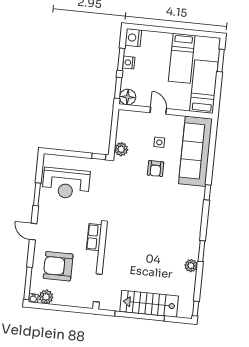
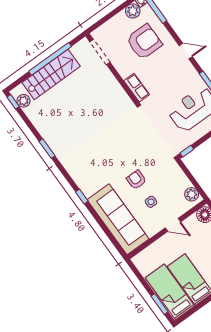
bed: (204, 87) -> (170, 292), moved, turned 180
plant: (121, 149) -> (192, 194), moved
plant: (191, 266) -> (23, 101), moved

